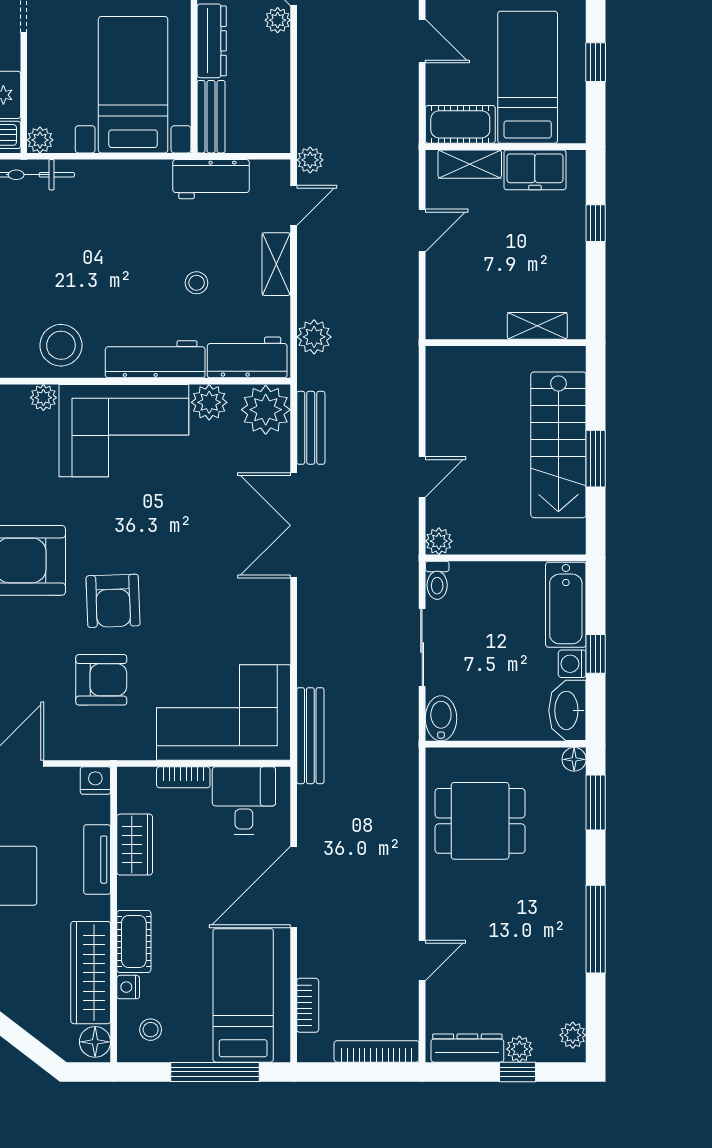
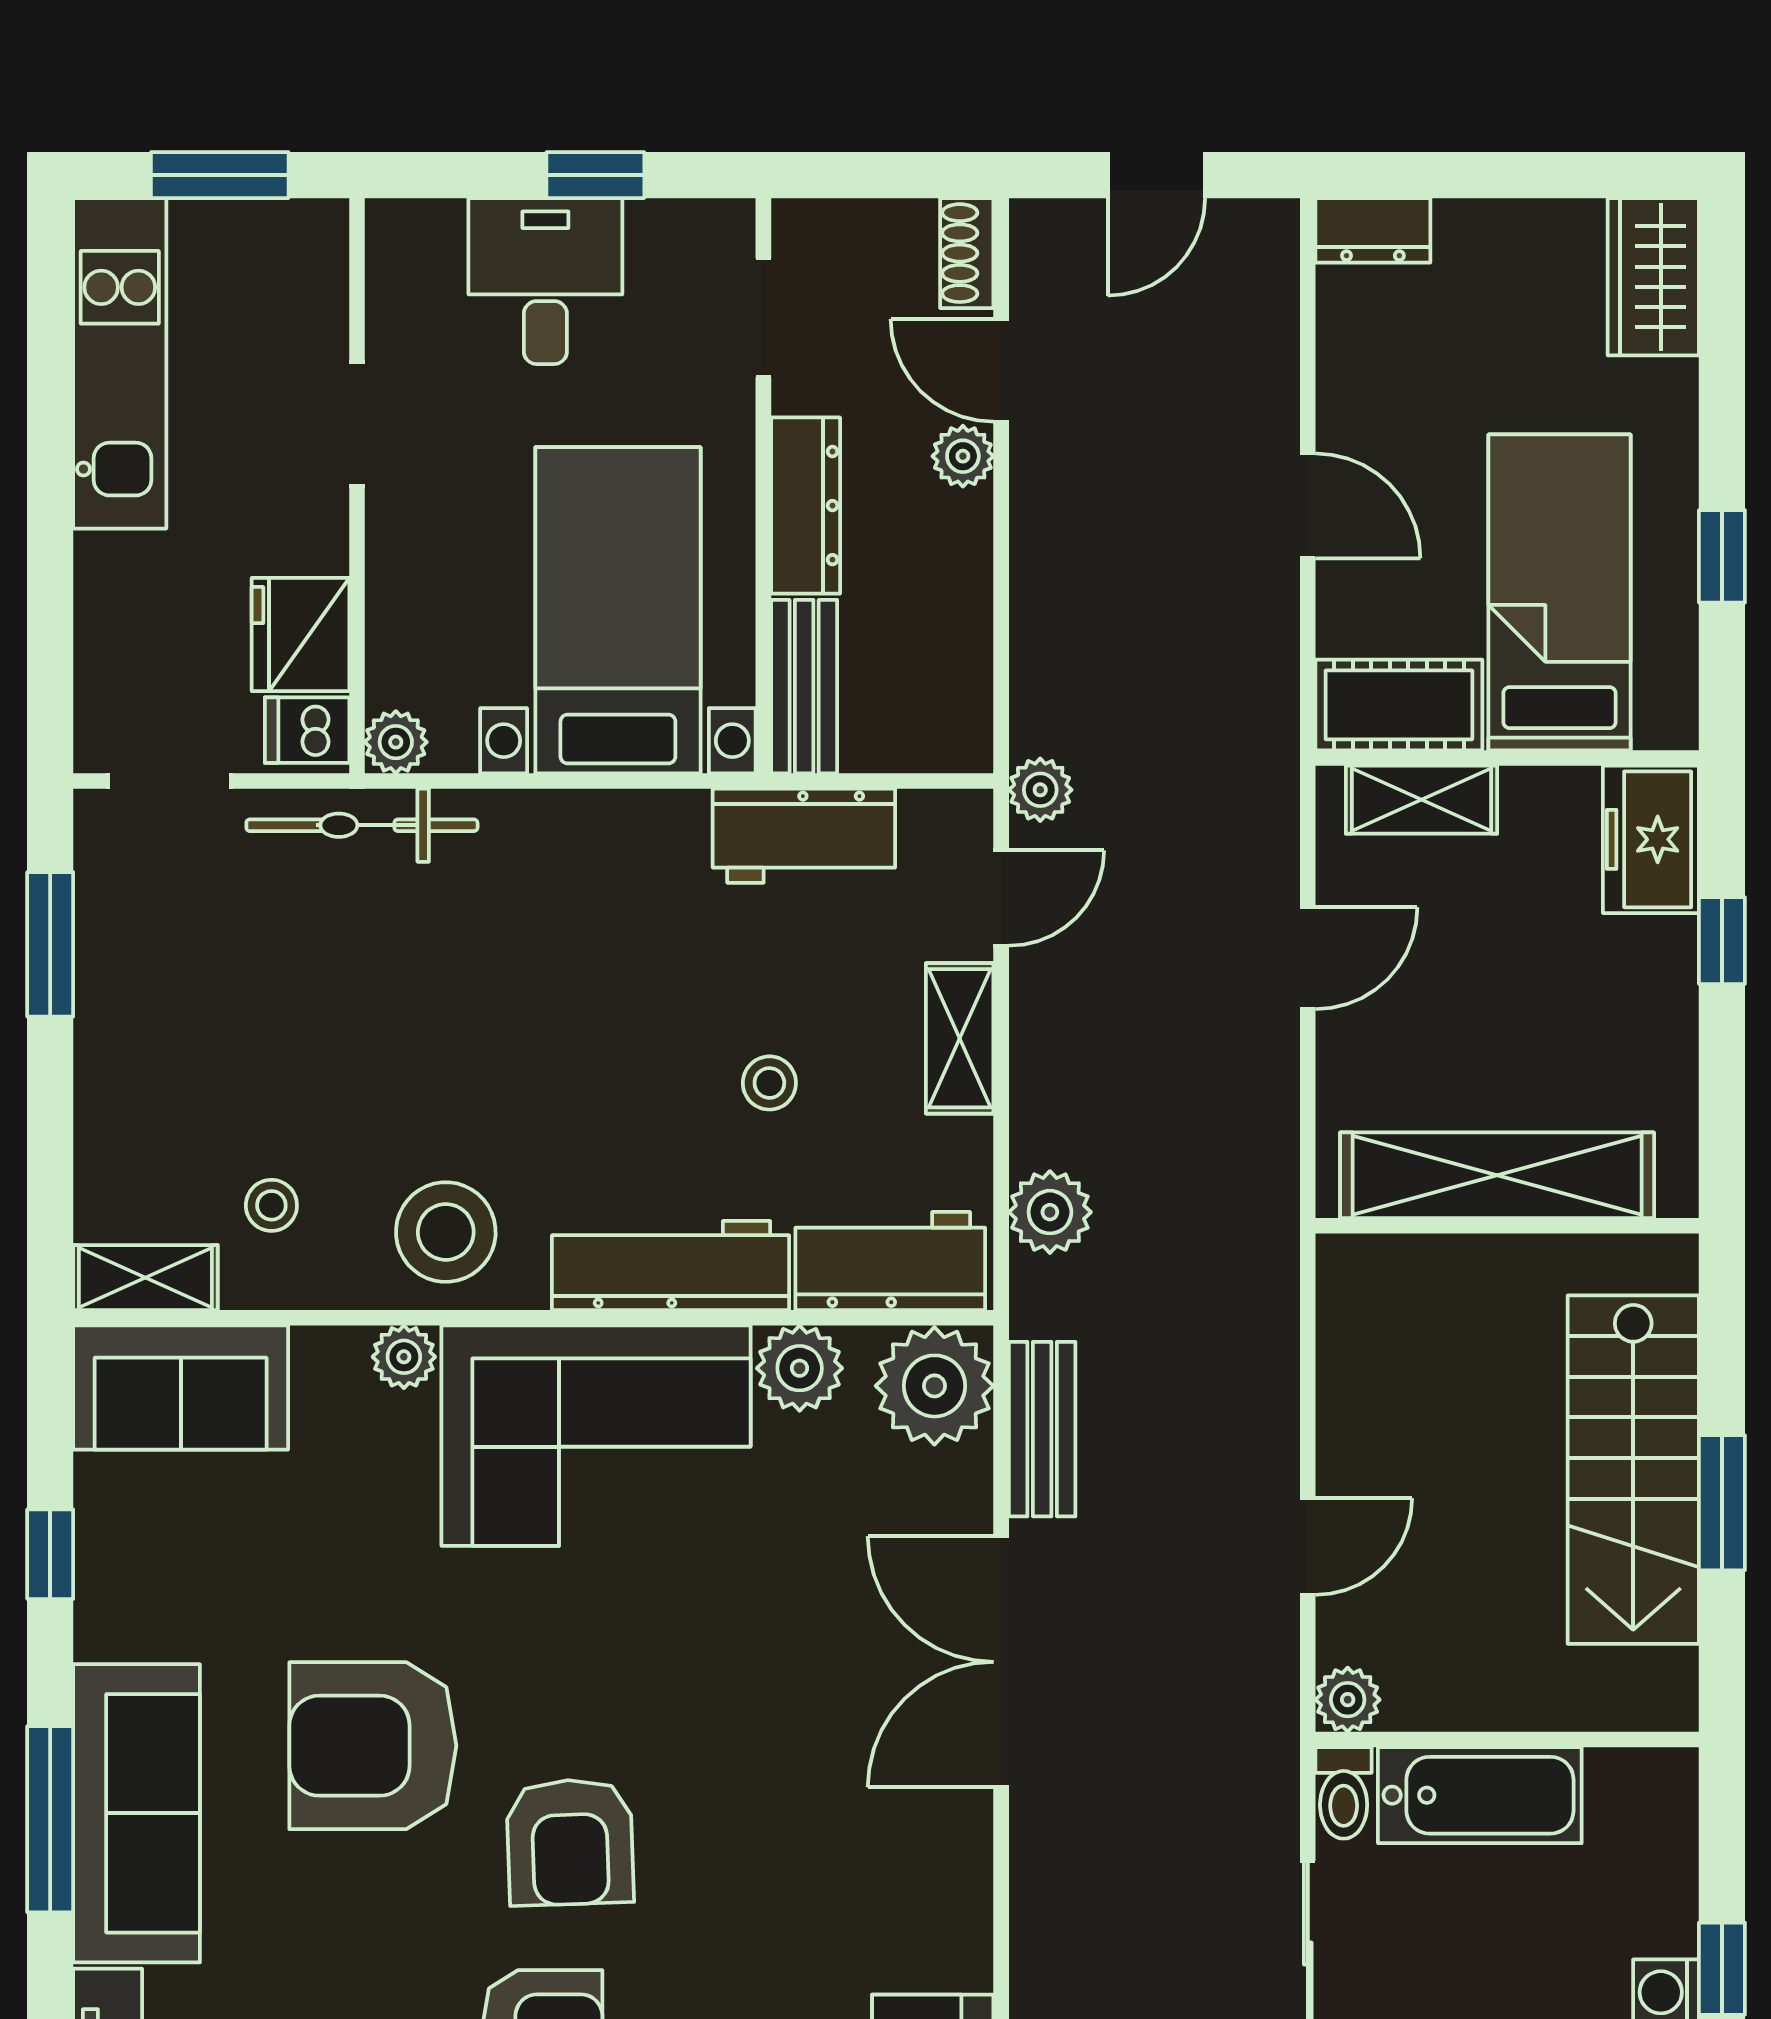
freezer: (535, 170) -> (1651, 839), moved, turned 90
shelving: (537, 326) -> (1497, 1175), width x2.20, depth x1.33
bathtub: (566, 605) -> (1480, 1795), moved, turned -90

